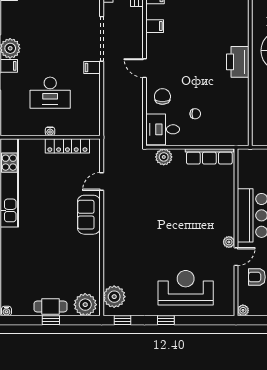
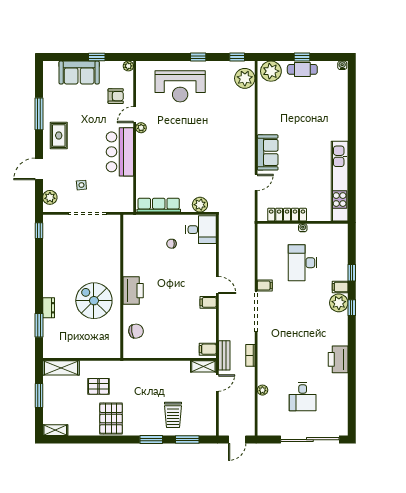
filing cabinet: (155, 26) -> (208, 302), moved
desk: (50, 93) -> (303, 263), turned -90
chair: (162, 96) -> (136, 331), moved, turned -98

